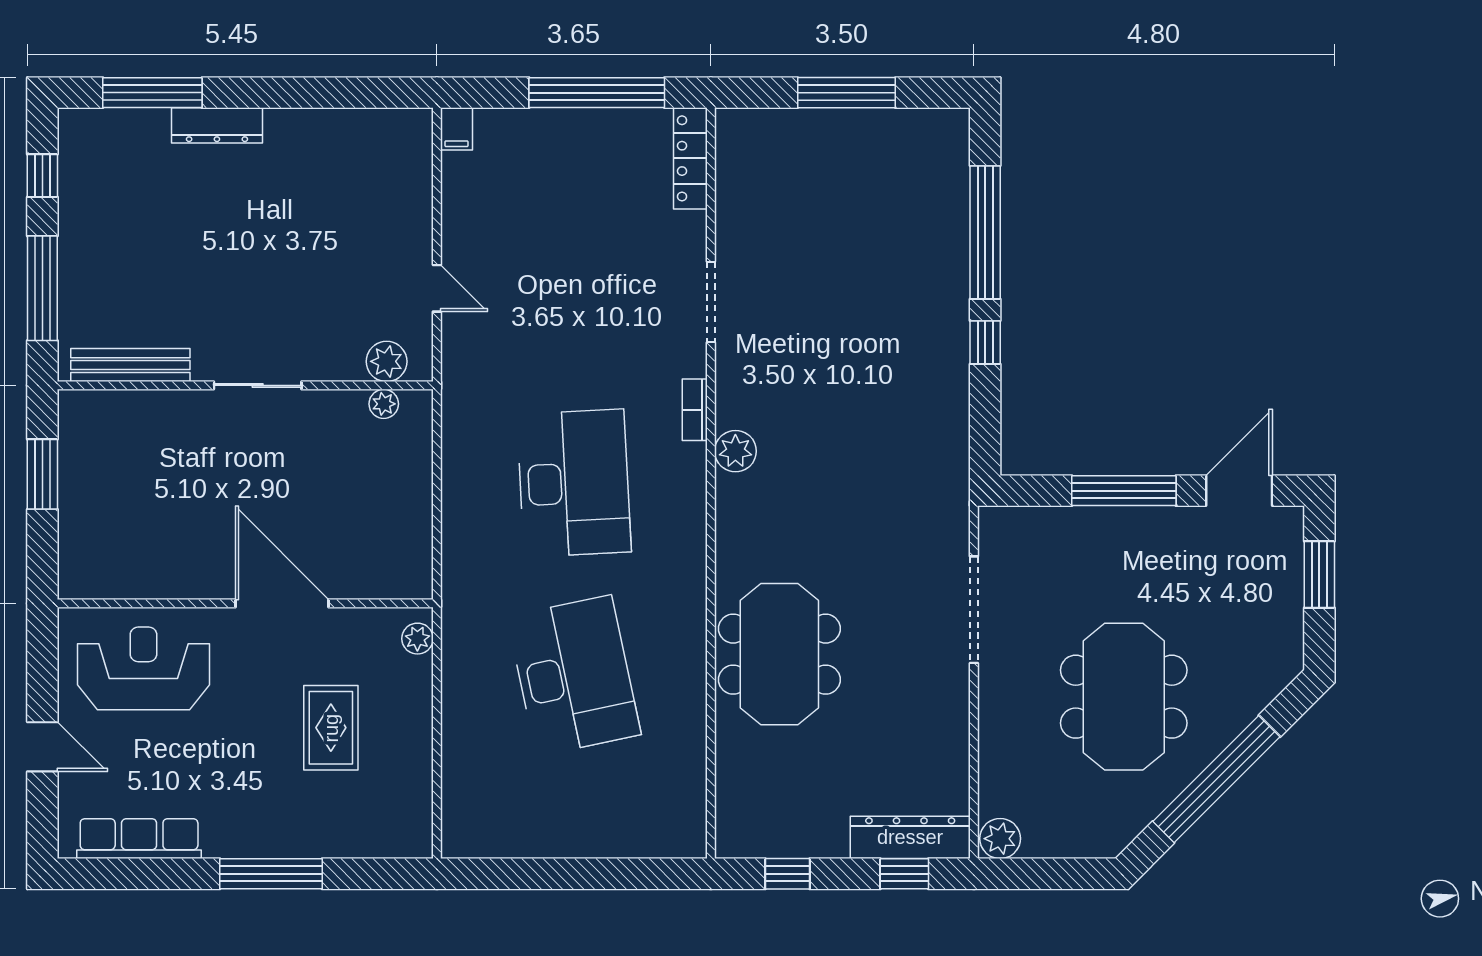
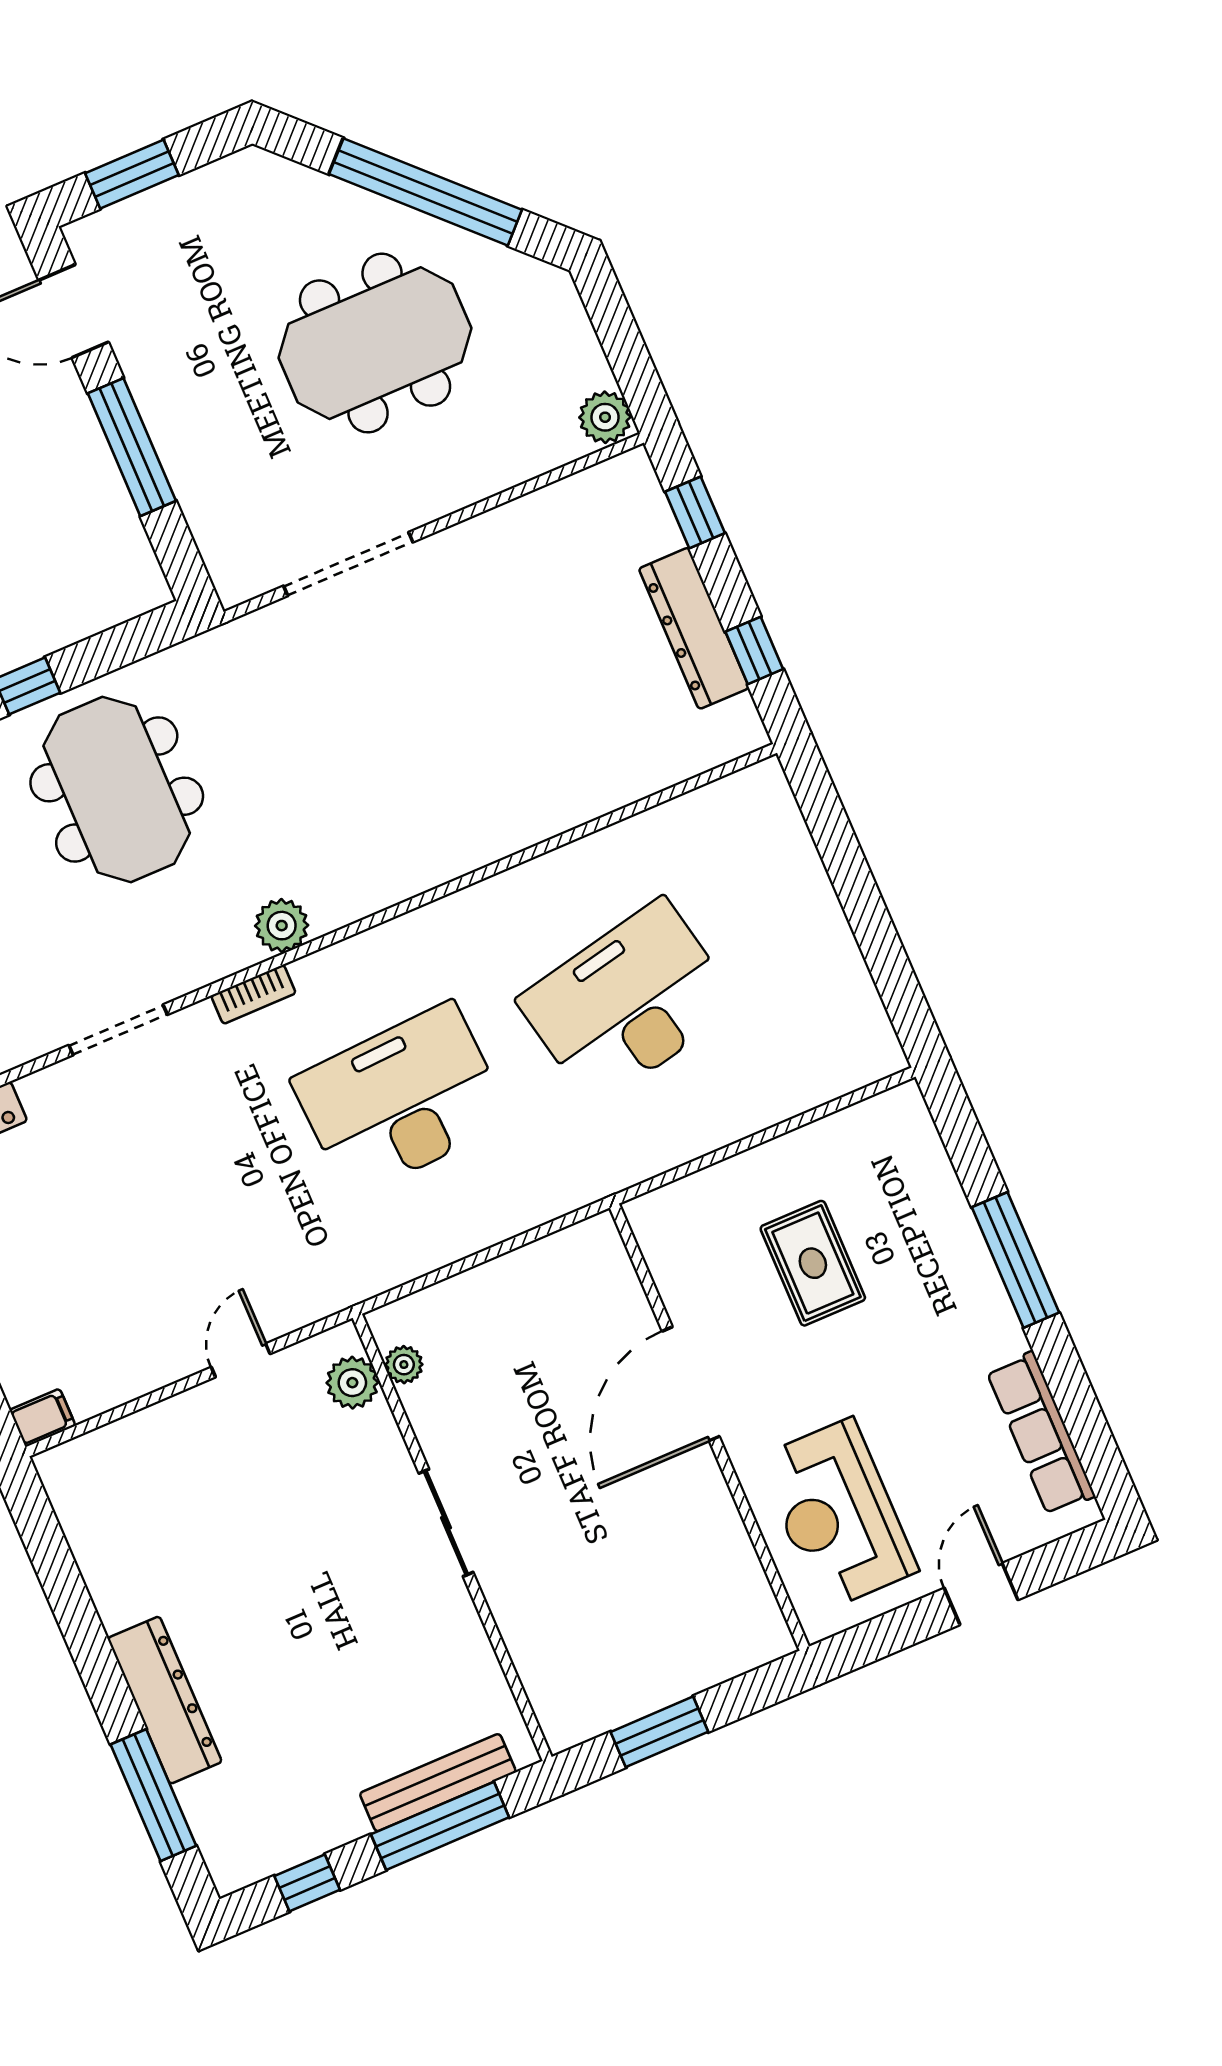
dresser: (217, 125) -> (165, 1700), width x1.37, depth x1.24
bench: (130, 365) -> (438, 1783), moved, turned 90
plant: (417, 639) -> (664, 1206), removed
meeting table: (779, 654) -> (117, 789), moved, turned 90
rug: (331, 728) -> (813, 1263), turned 90
dresser: (910, 837) -> (694, 628), moved

